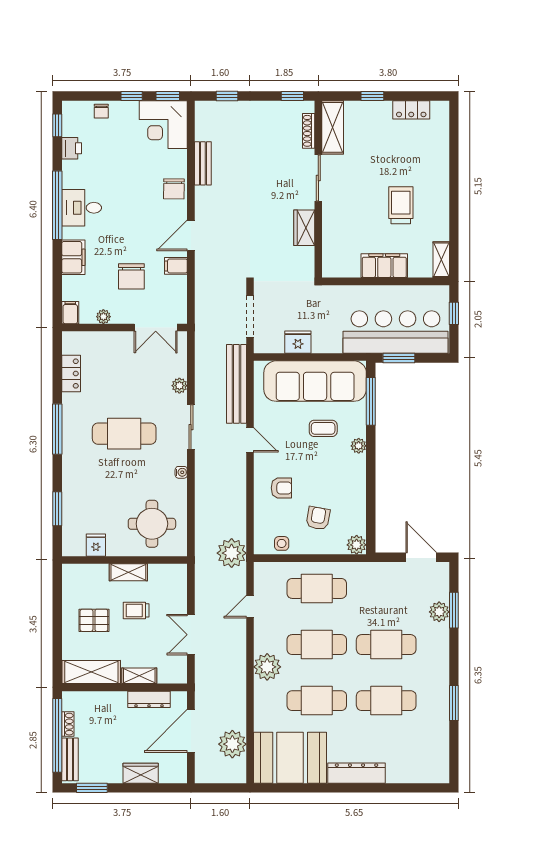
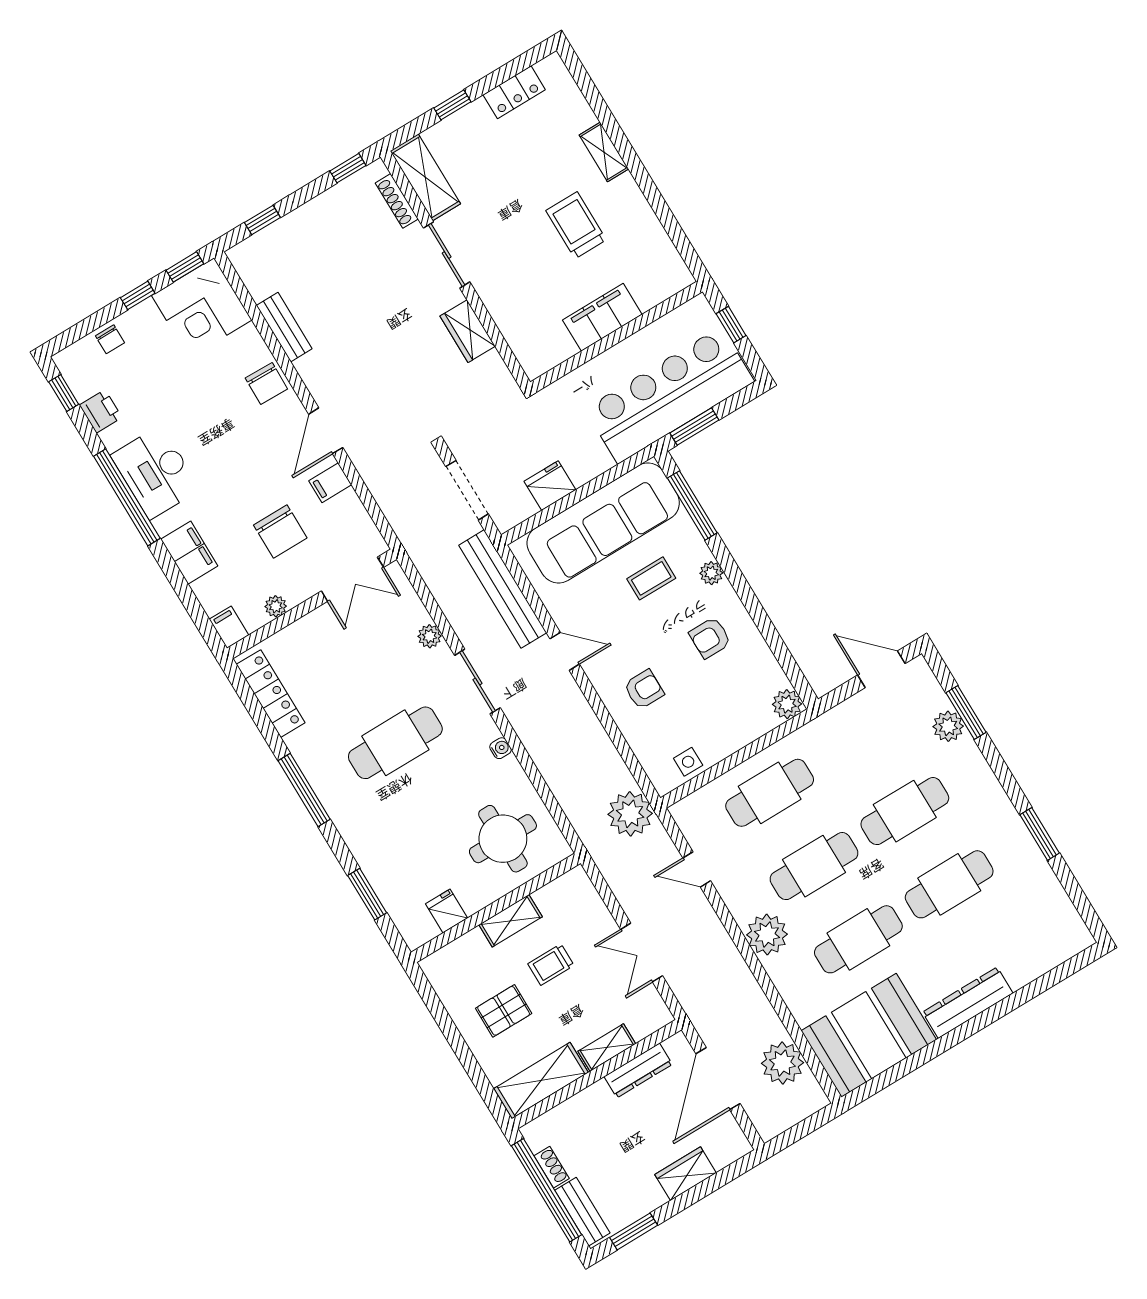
desk: (82, 208) -> (155, 472), width x1.37
shelving: (441, 260) -> (604, 152), moved
locker: (71, 374) -> (271, 694), width x1.53
armchair: (318, 518) -> (710, 638), moved, turned -100
door: (250, 607) -> (697, 869), hinge flipped

